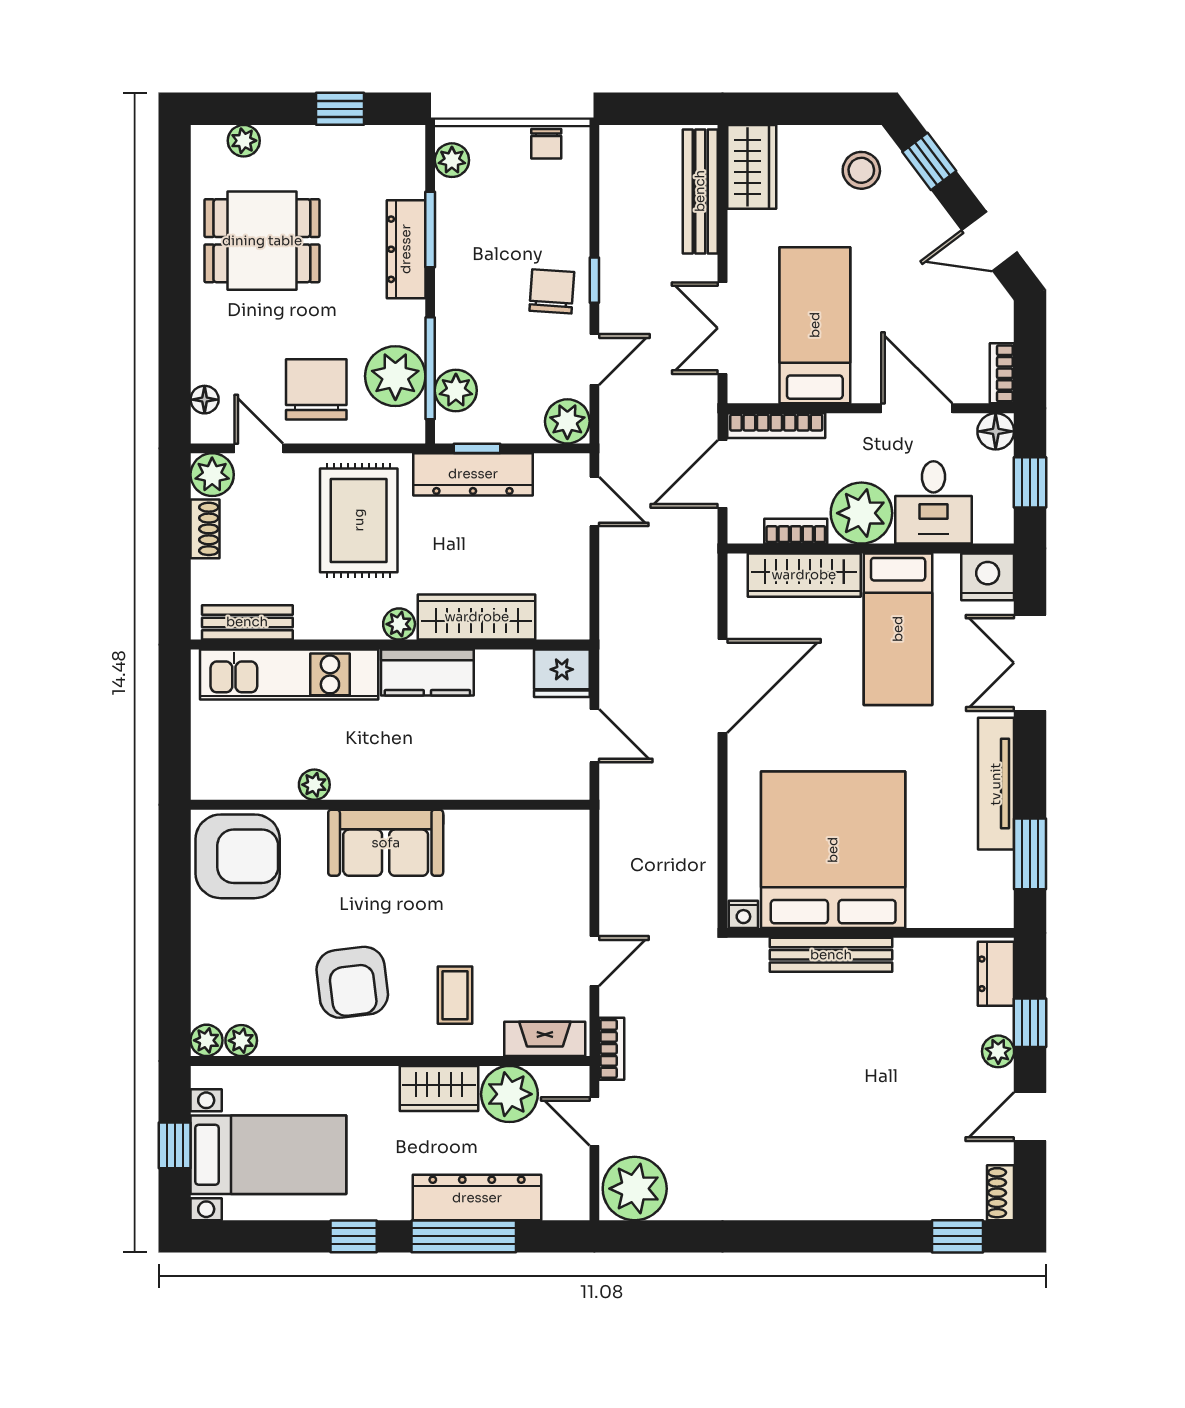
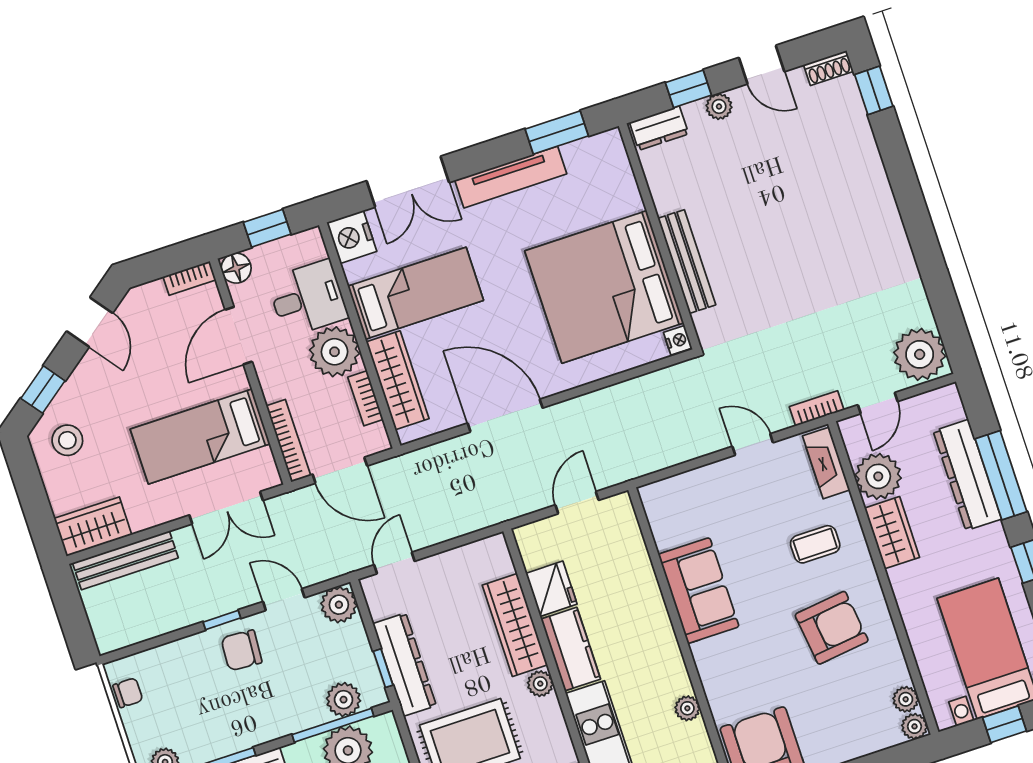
fridge: (562, 673) -> (551, 589), moved
sofa: (386, 843) -> (699, 591), moved

